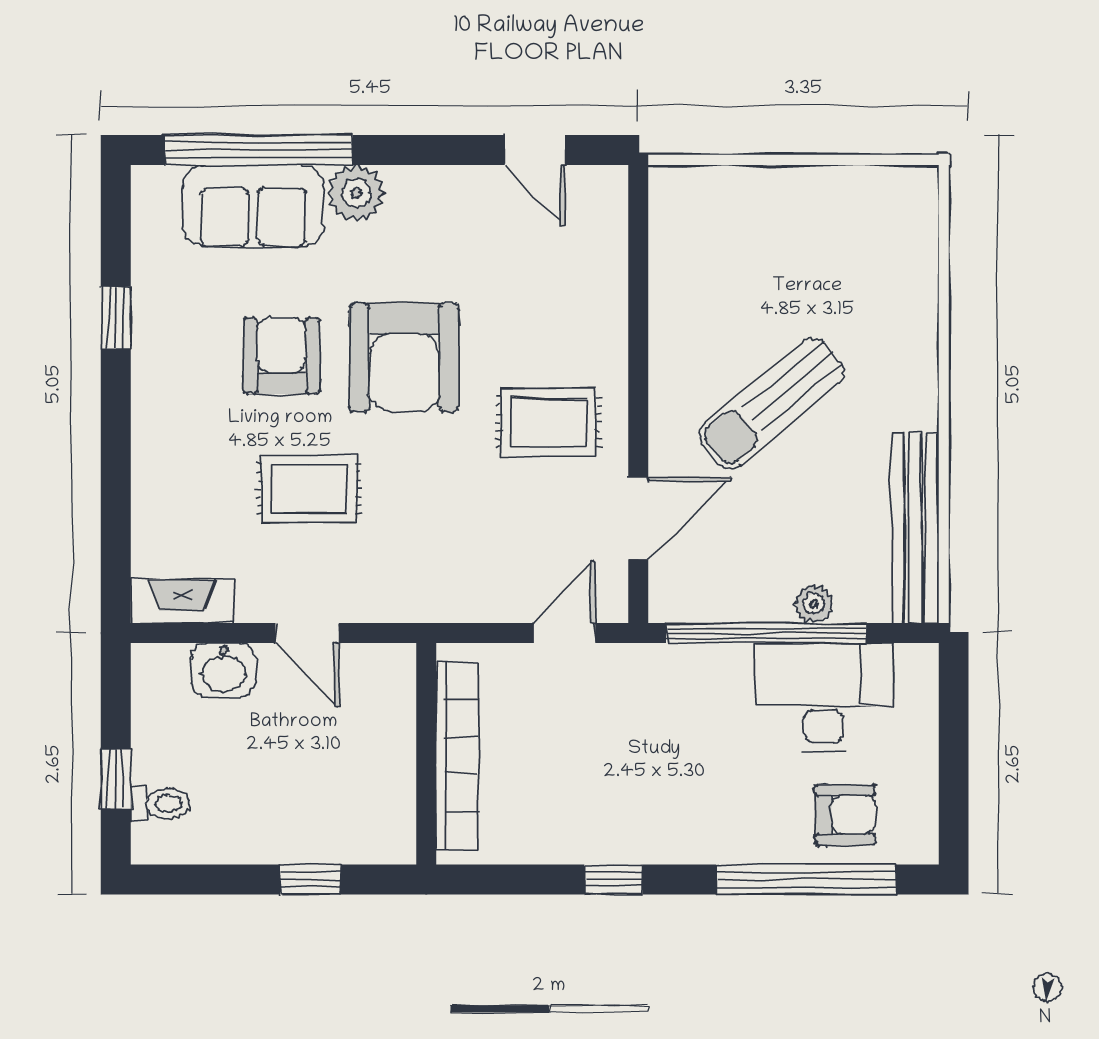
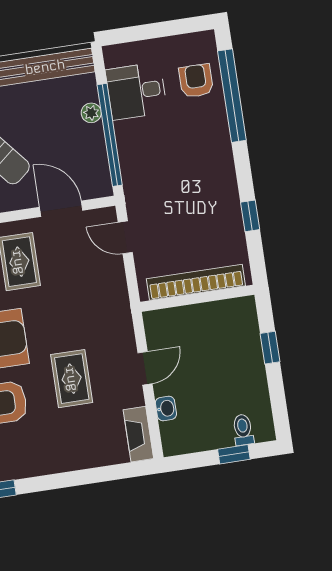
washbasin: (224, 670) -> (166, 408), width x0.72, depth x0.69
desk: (824, 697) -> (136, 91), width x0.73
window: (613, 880) -> (250, 216), moved

